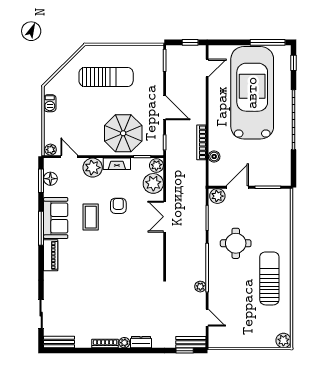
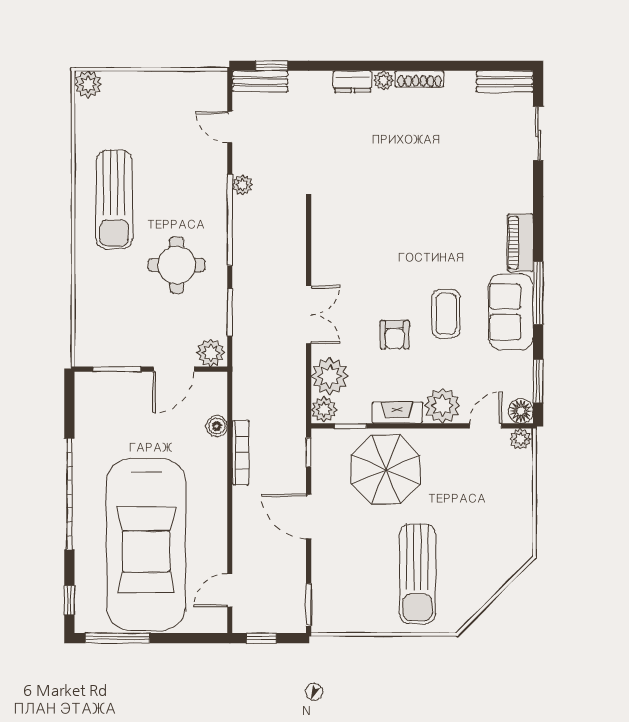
sun lounger: (106, 77) -> (417, 574), turned -90
barbecue: (50, 103) -> (522, 525), removed
door: (69, 157) -> (486, 426), swing flipped
floor lamp: (50, 179) -> (521, 411), moved

